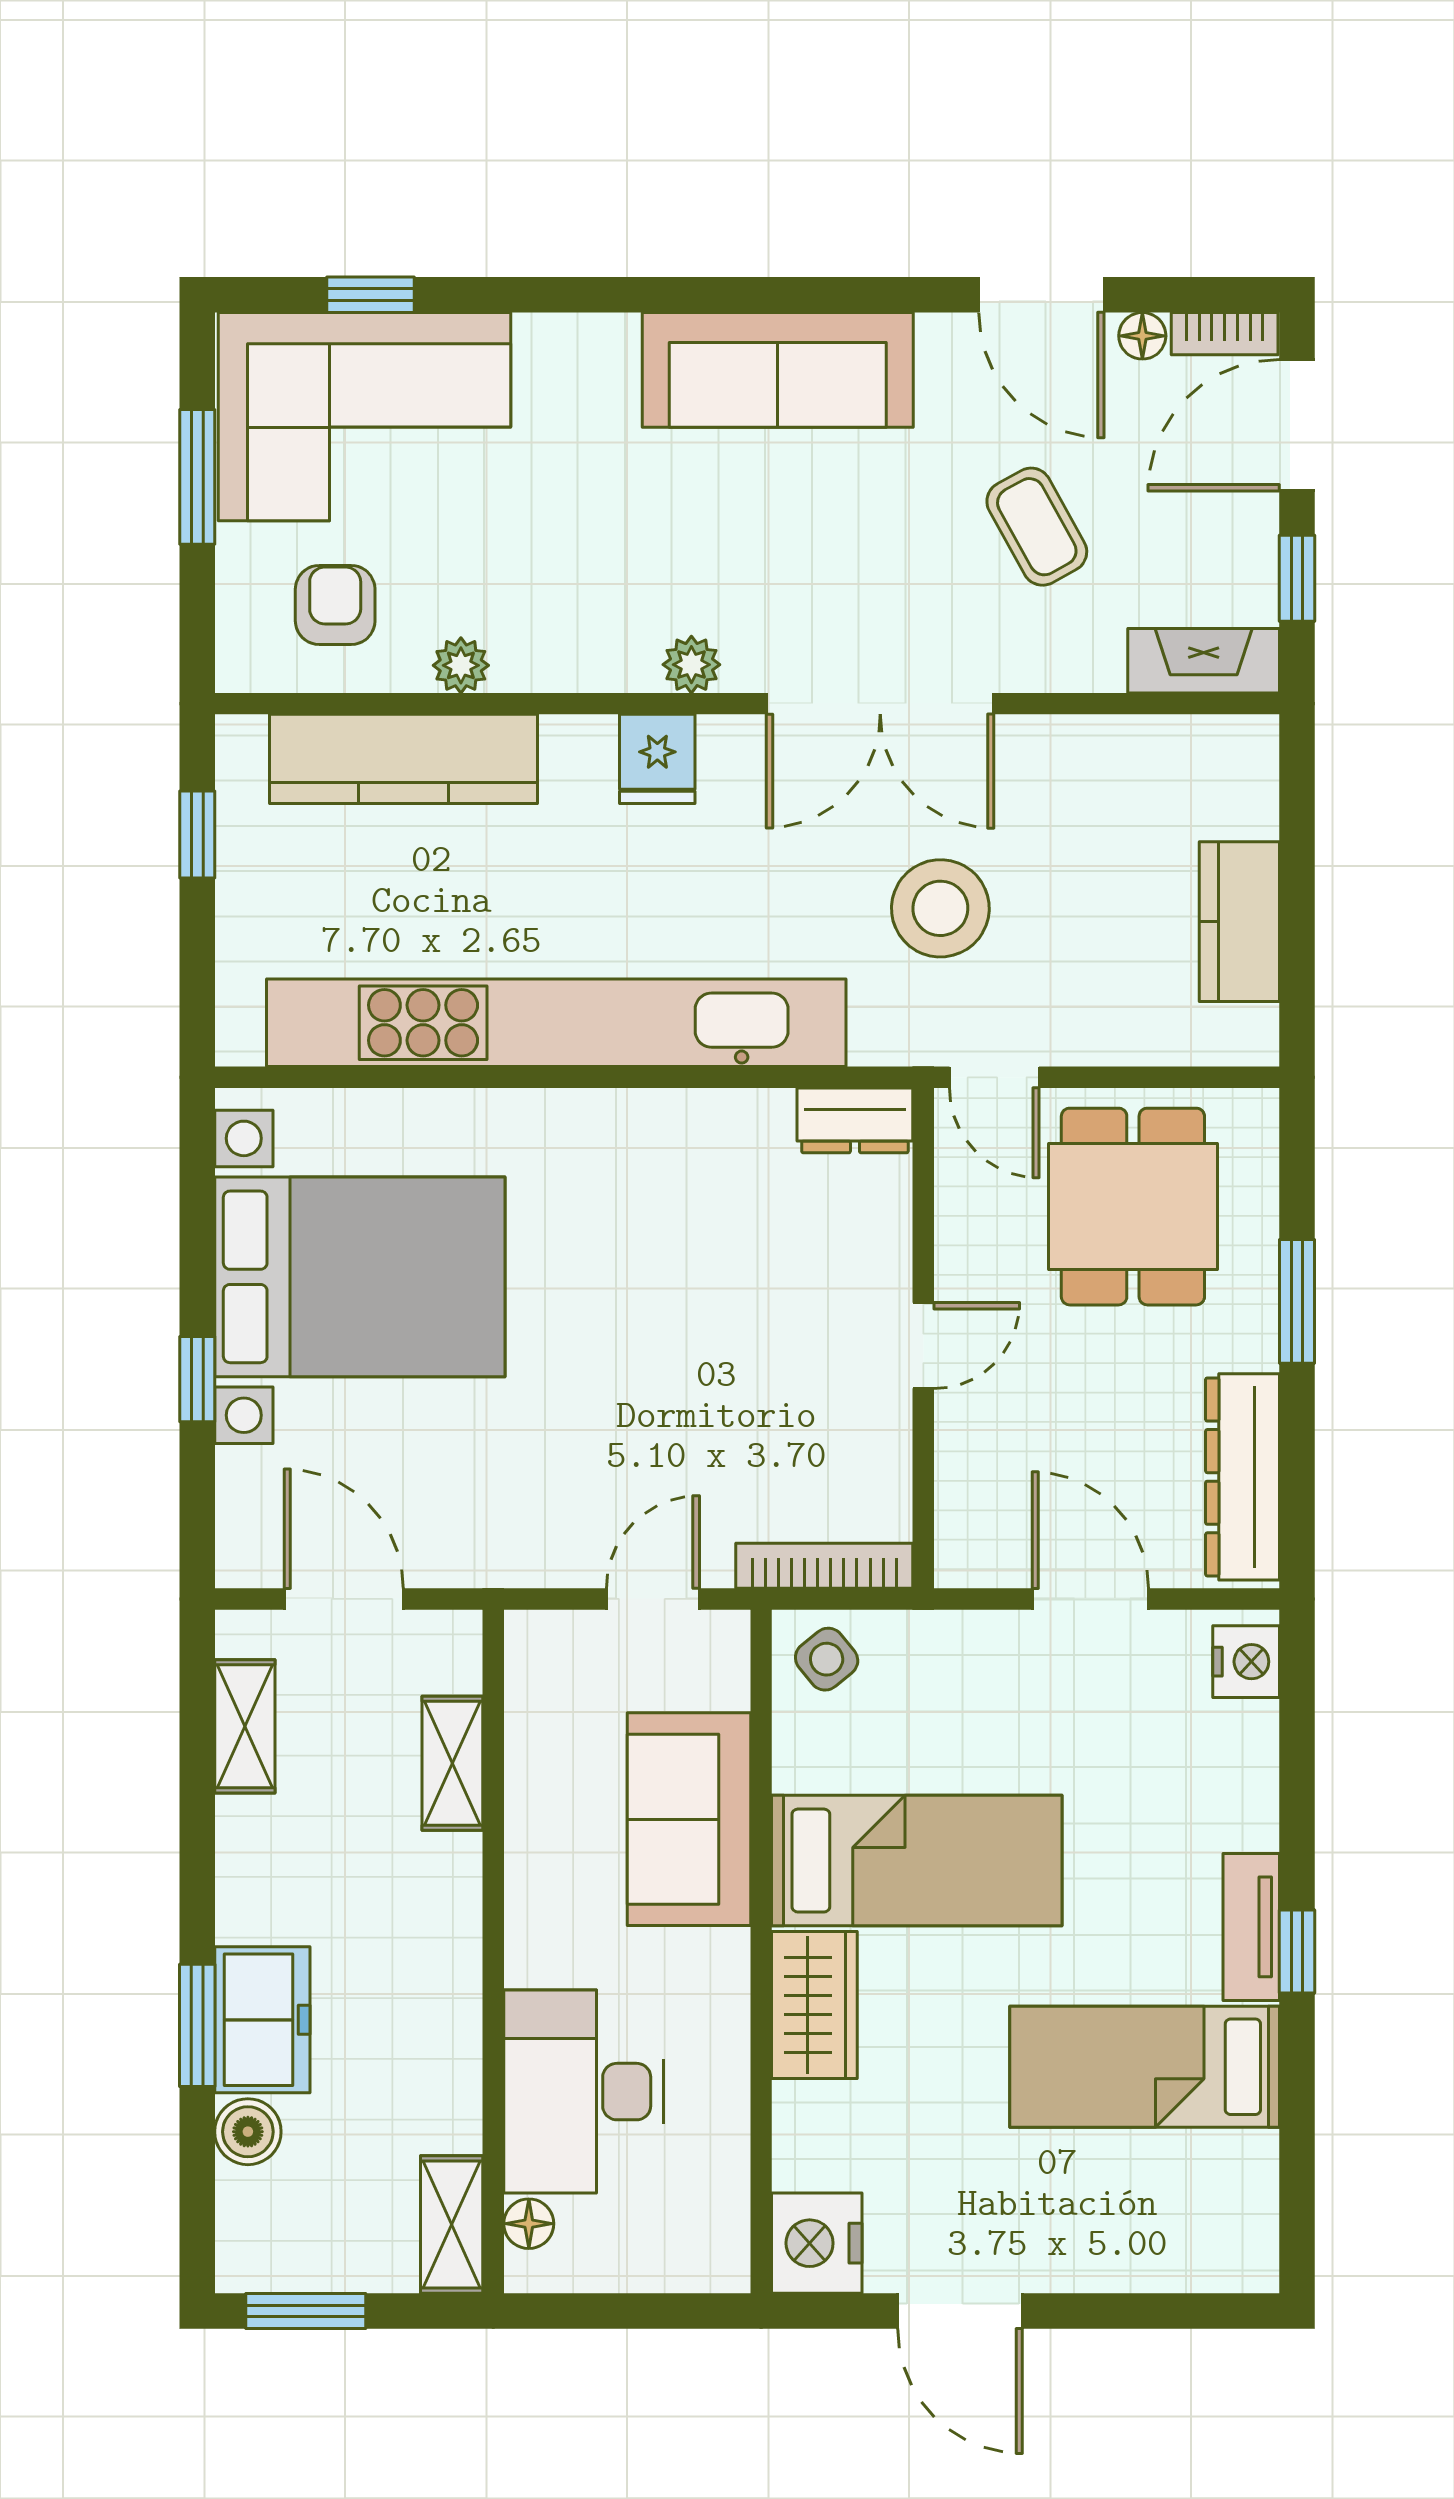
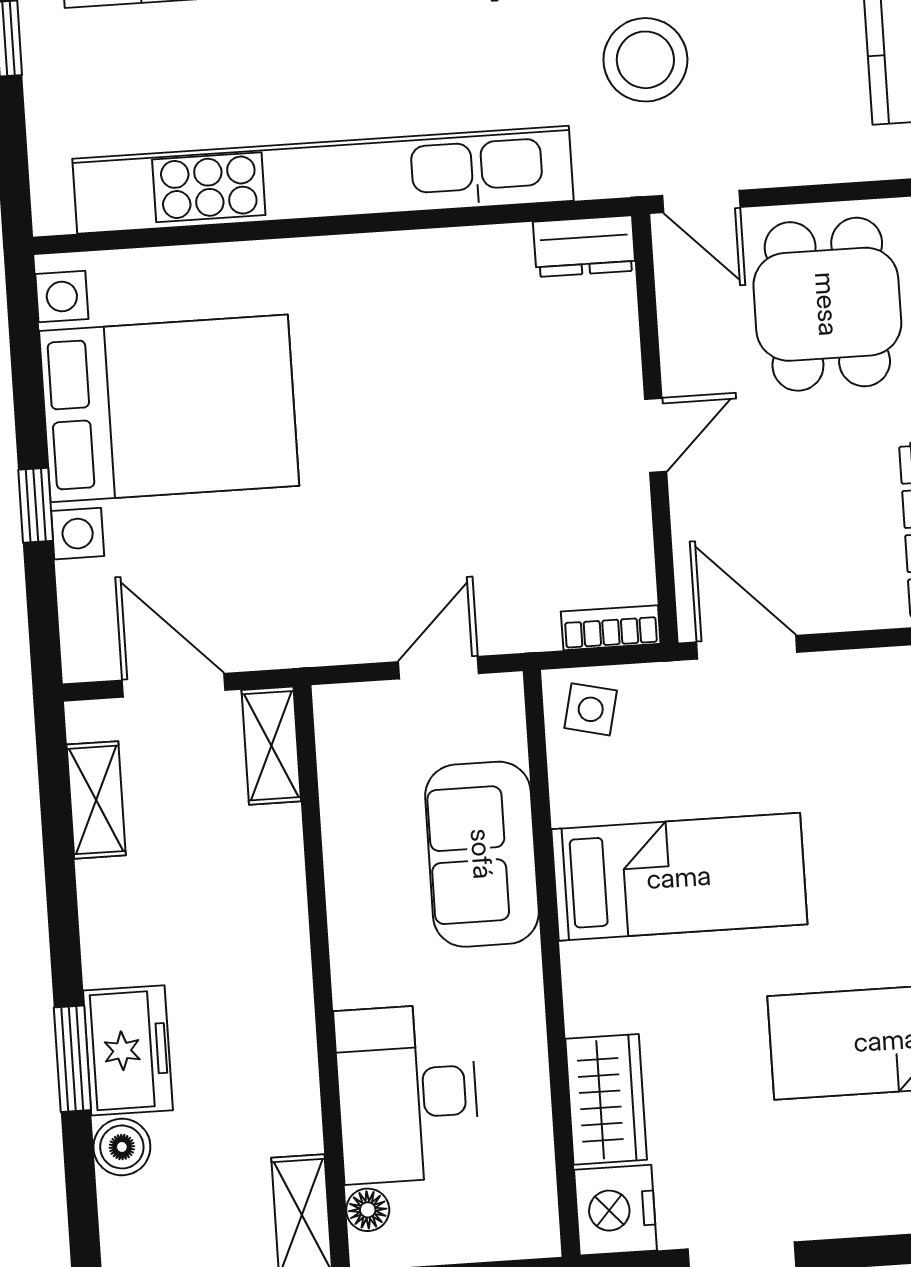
bookcase: (824, 1566) -> (611, 628), width x0.64
door: (1090, 1599) -> (747, 647), moved
side table: (827, 1659) -> (591, 709), turned -38
shelving: (452, 1763) -> (271, 746), moved
wardrobe: (814, 2005) -> (606, 1099), moved

